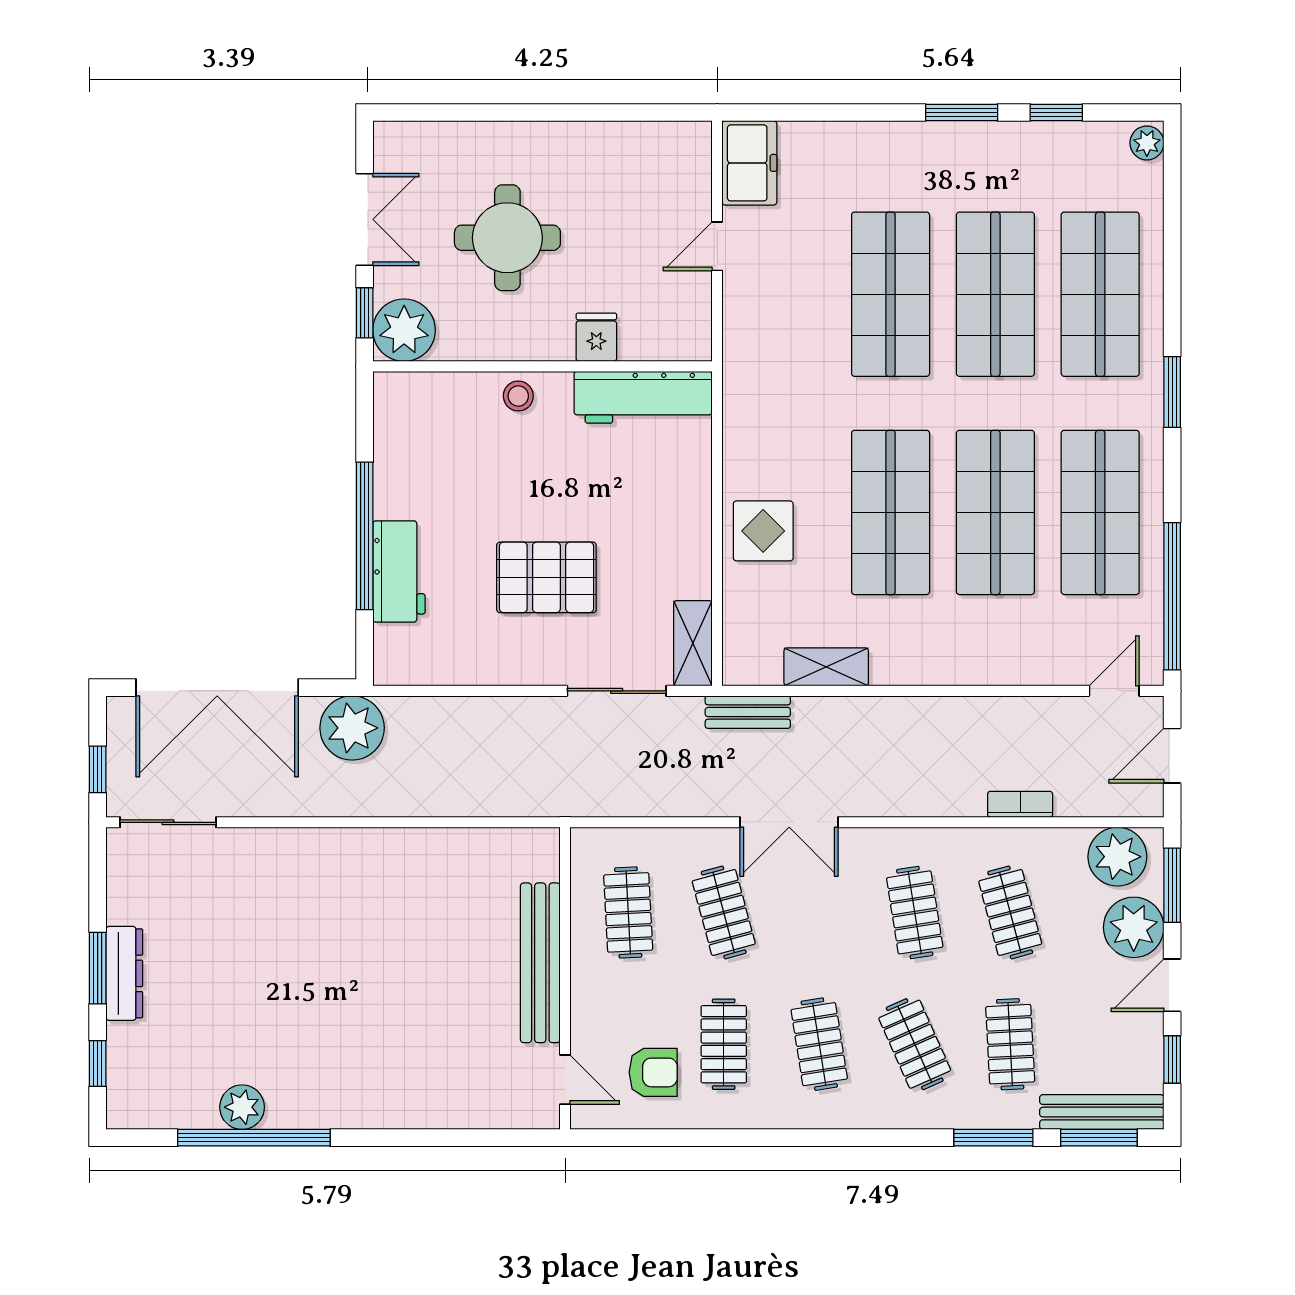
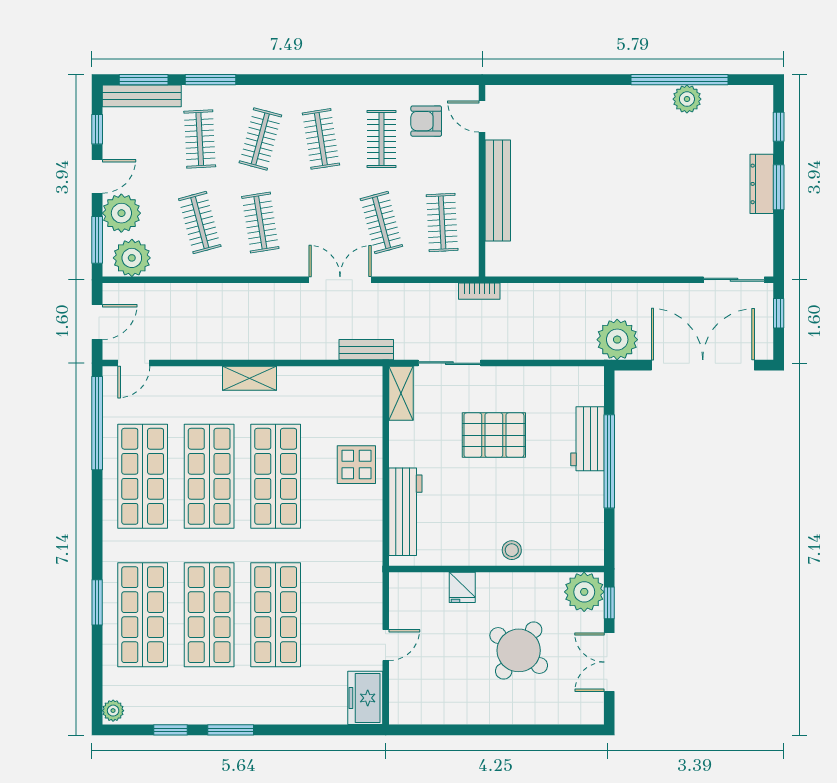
round table: (507, 238) -> (519, 650), turned 36
window: (1172, 392) -> (97, 602), moved
workbench: (643, 397) -> (405, 512), moved, turned 90
shelving: (826, 667) -> (249, 378), moved
bookcase: (1020, 804) -> (479, 291), moved
clothes rail: (915, 1044) -> (260, 139), turned 39

